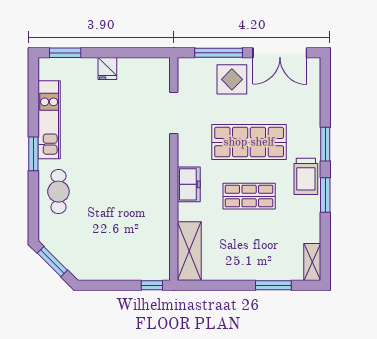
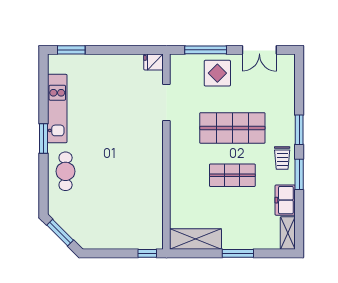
double door: (280, 53) -> (259, 50), width x0.73
fridge: (107, 68) -> (154, 62), moved, turned 90
trolley: (306, 176) -> (282, 158), width x0.73, depth x0.72
freezer: (189, 184) -> (285, 200), moved, turned 180
shelving: (189, 251) -> (195, 239), moved, turned 90
window: (273, 285) -> (238, 253), moved

